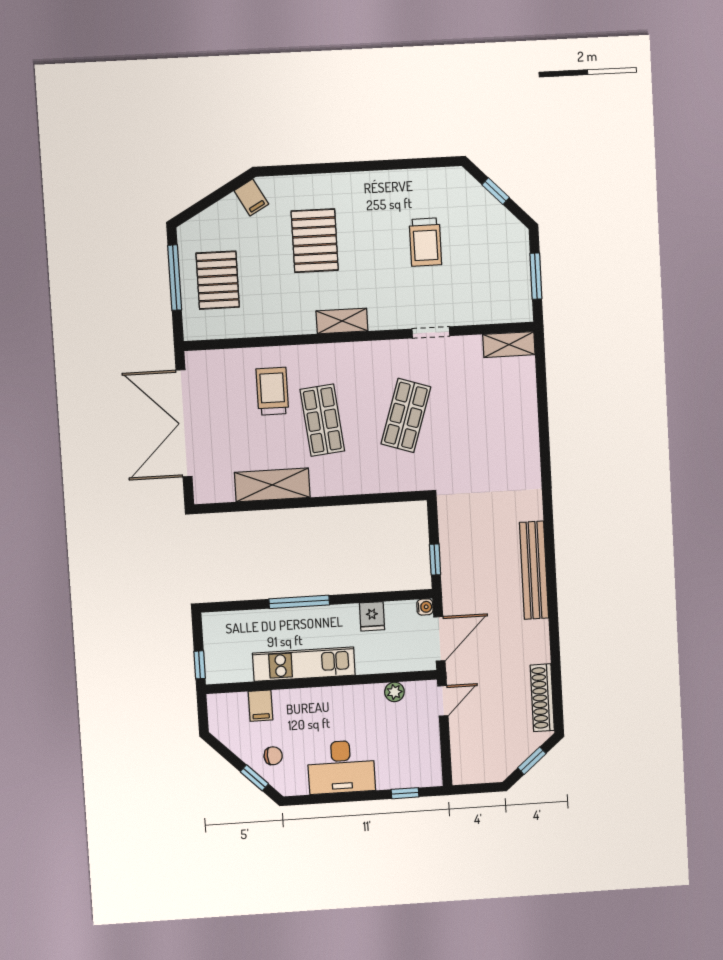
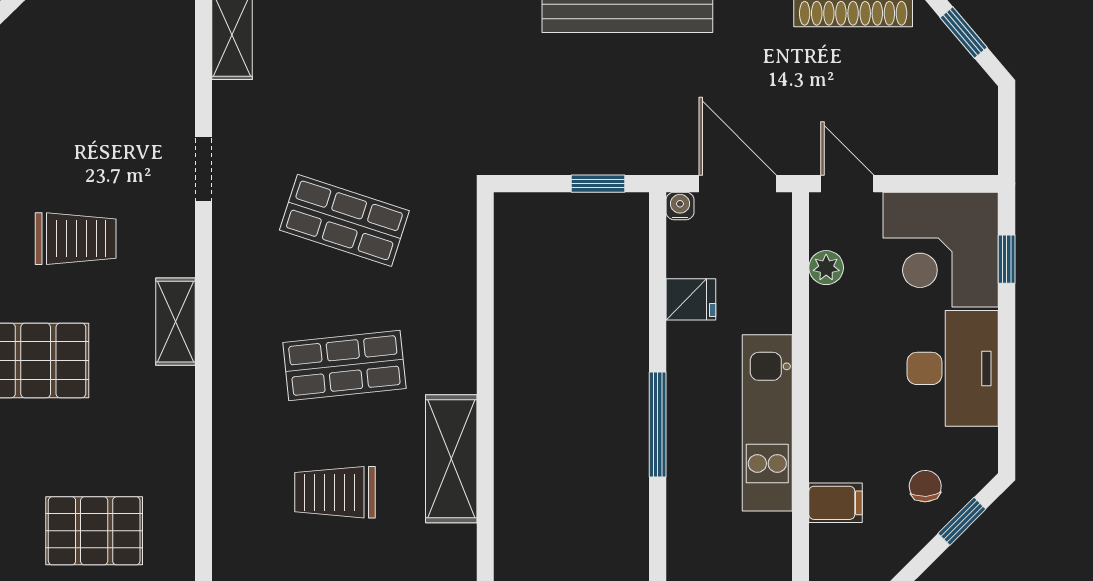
trolley: (425, 242) -> (76, 239), moved
trolley: (272, 391) -> (335, 492), moved
corner desk: (408, 756) -> (941, 250), added

